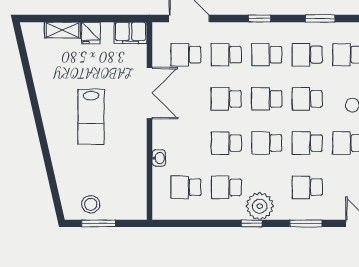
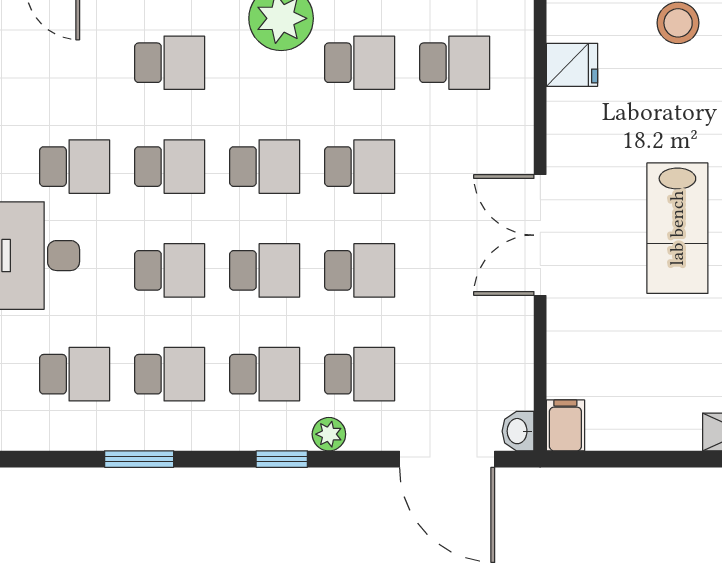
plant: (239, 29) -> (329, 434), added
fridge: (91, 33) -> (572, 65), moved, turned 90
filing cabinet: (131, 33) -> (565, 425), width x0.50
school desk: (186, 55) -> (455, 374), removed
double door: (149, 93) -> (540, 235), moved
lab bench: (91, 117) -> (677, 228), turned 180
washbasin: (159, 158) -> (518, 431), moved

